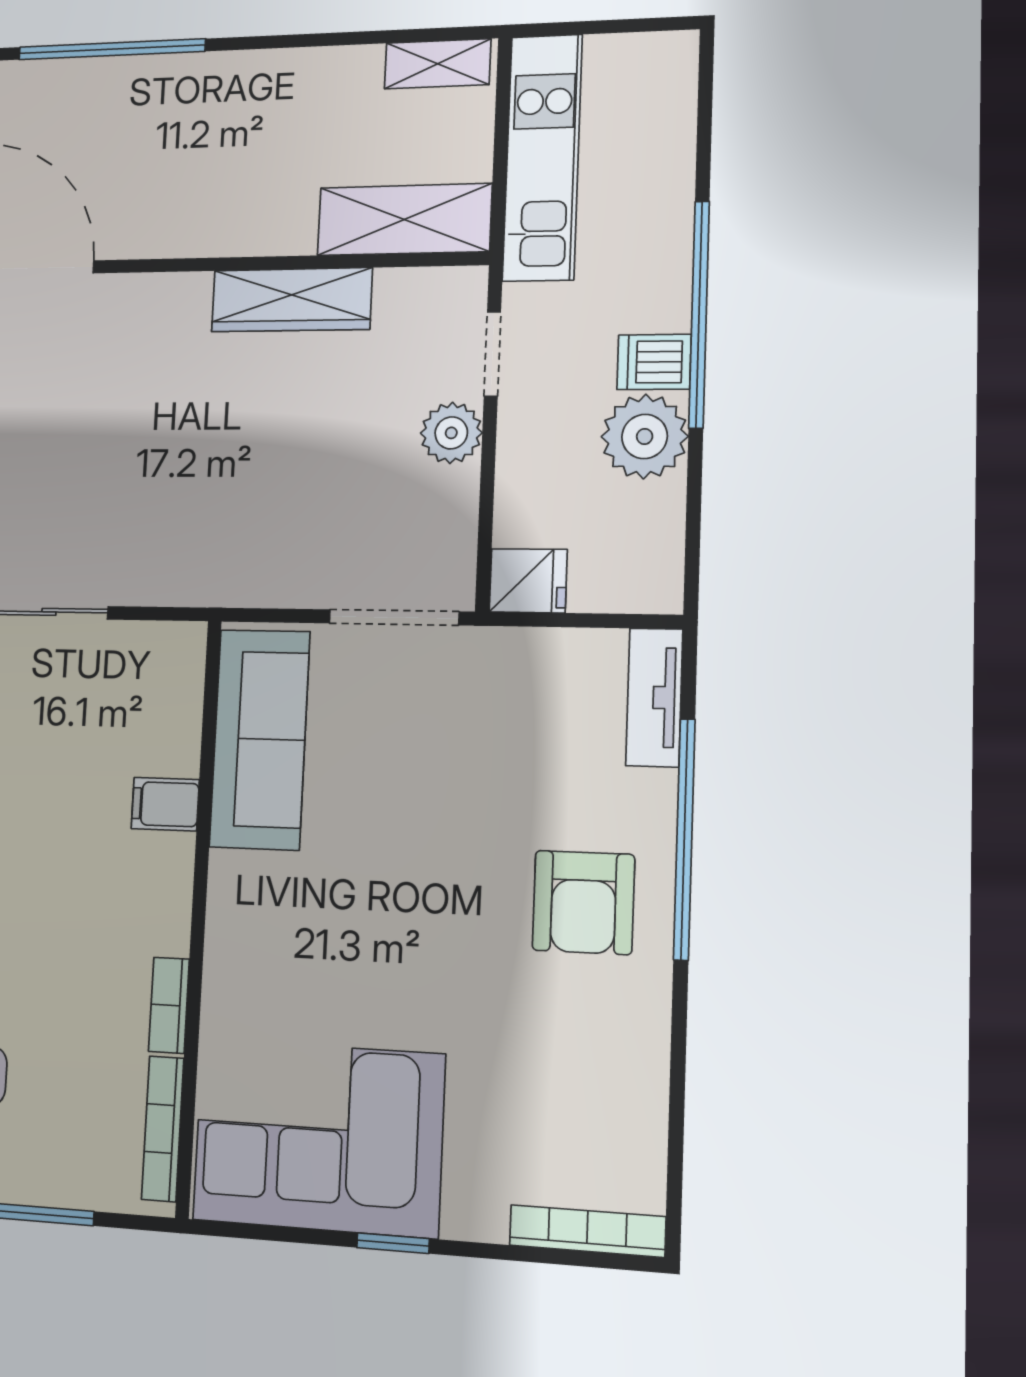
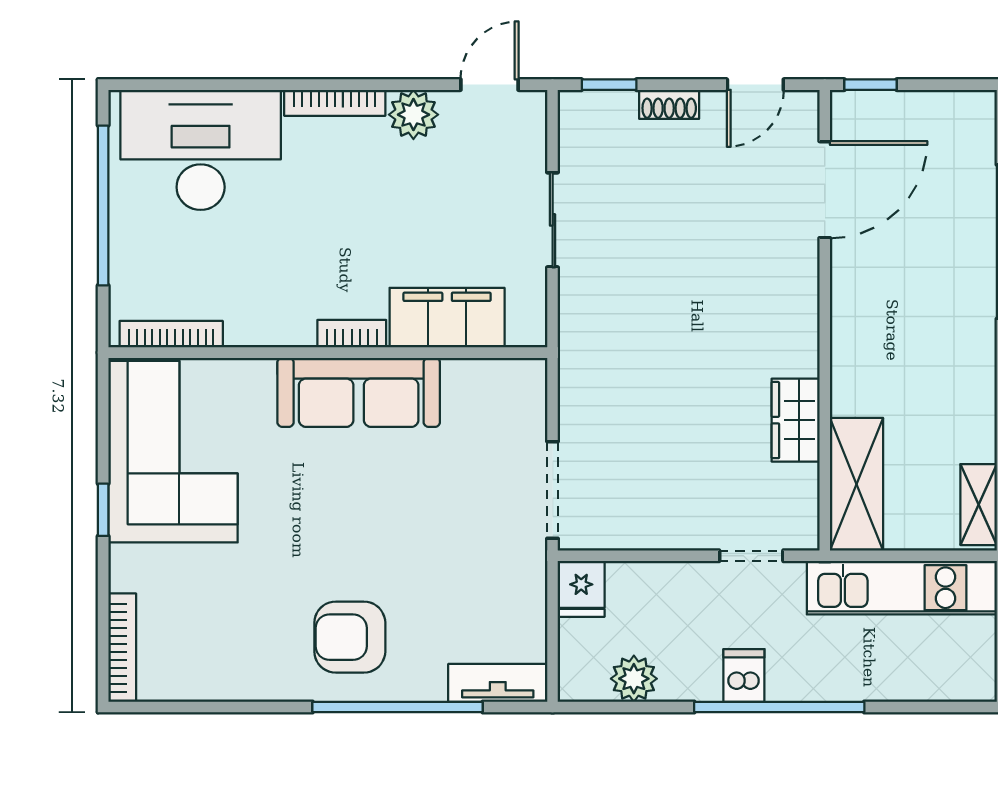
wardrobe: (292, 300) -> (796, 420), width x0.67
plant: (451, 433) -> (692, 527), removed
plant: (645, 436) -> (634, 679), moved, width x0.73, depth x0.73
sofa: (260, 739) -> (359, 392), moved
filing cabinet: (165, 804) -> (447, 318), width x3.00, depth x1.17
bookcase: (169, 1005) -> (352, 334), moved

